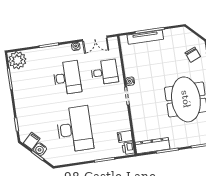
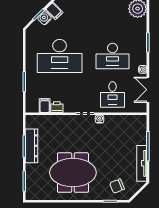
tv unit: (145, 37) -> (142, 163), moved
dresser: (152, 146) -> (31, 146), moved
printer: (128, 148) -> (57, 107), moved

